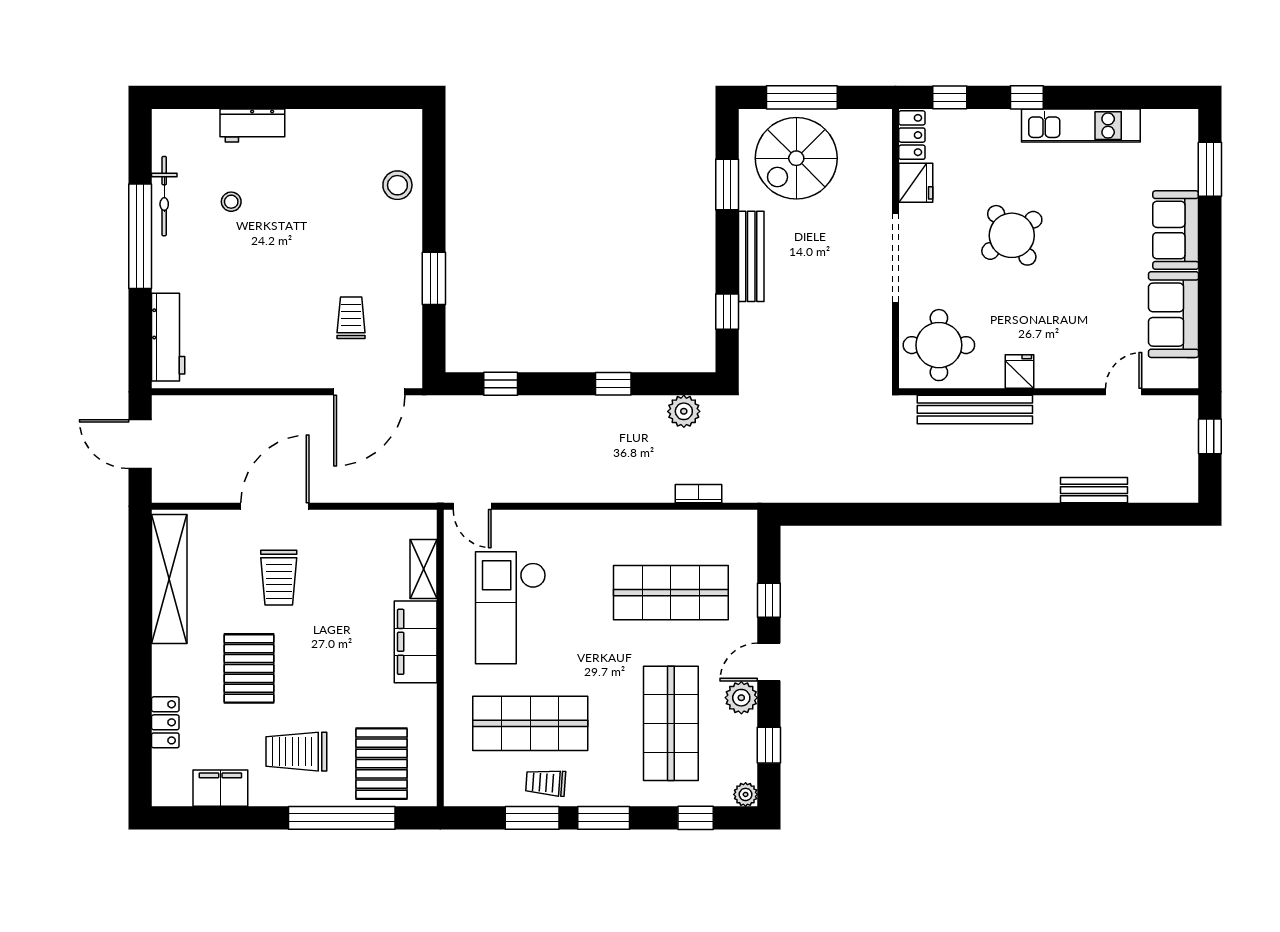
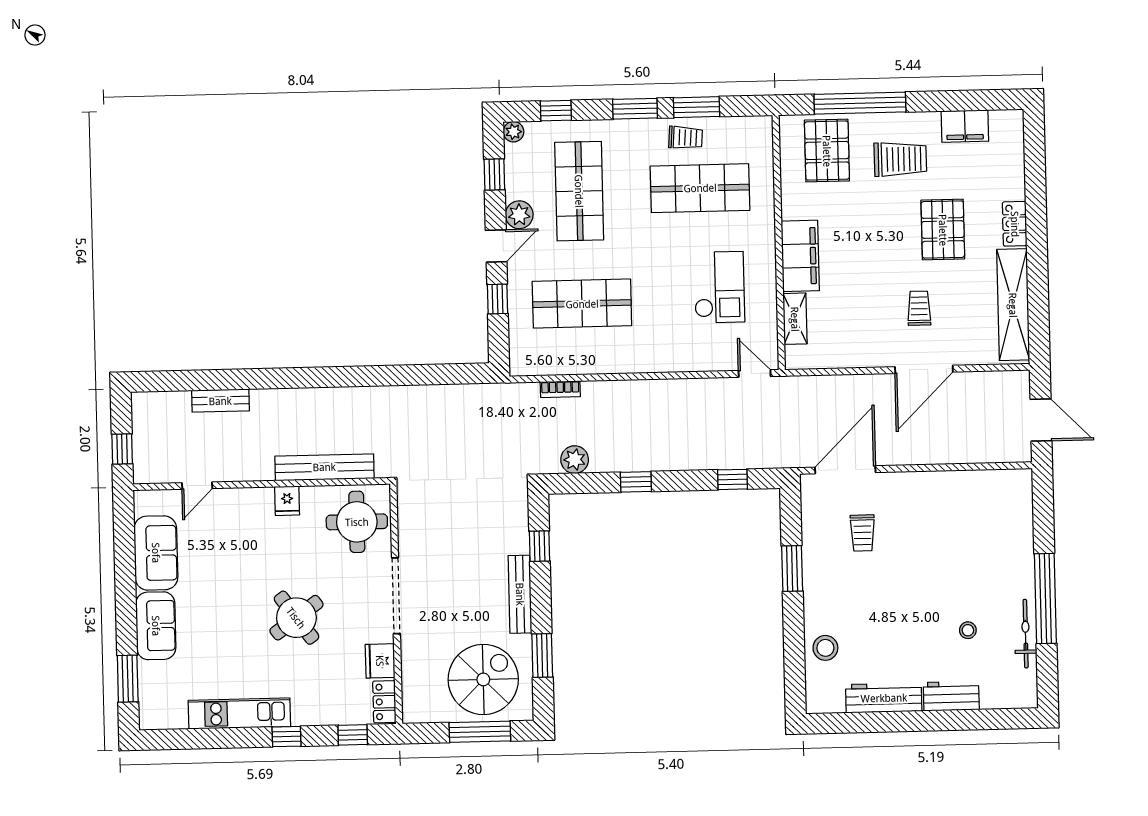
workbench: (168, 337) -> (884, 698), moved, turned 90
trolley: (279, 578) -> (919, 308), width x0.73, depth x0.72
checkout: (511, 608) -> (719, 287), width x0.73, depth x0.83
locker: (165, 722) -> (1015, 224), moved

